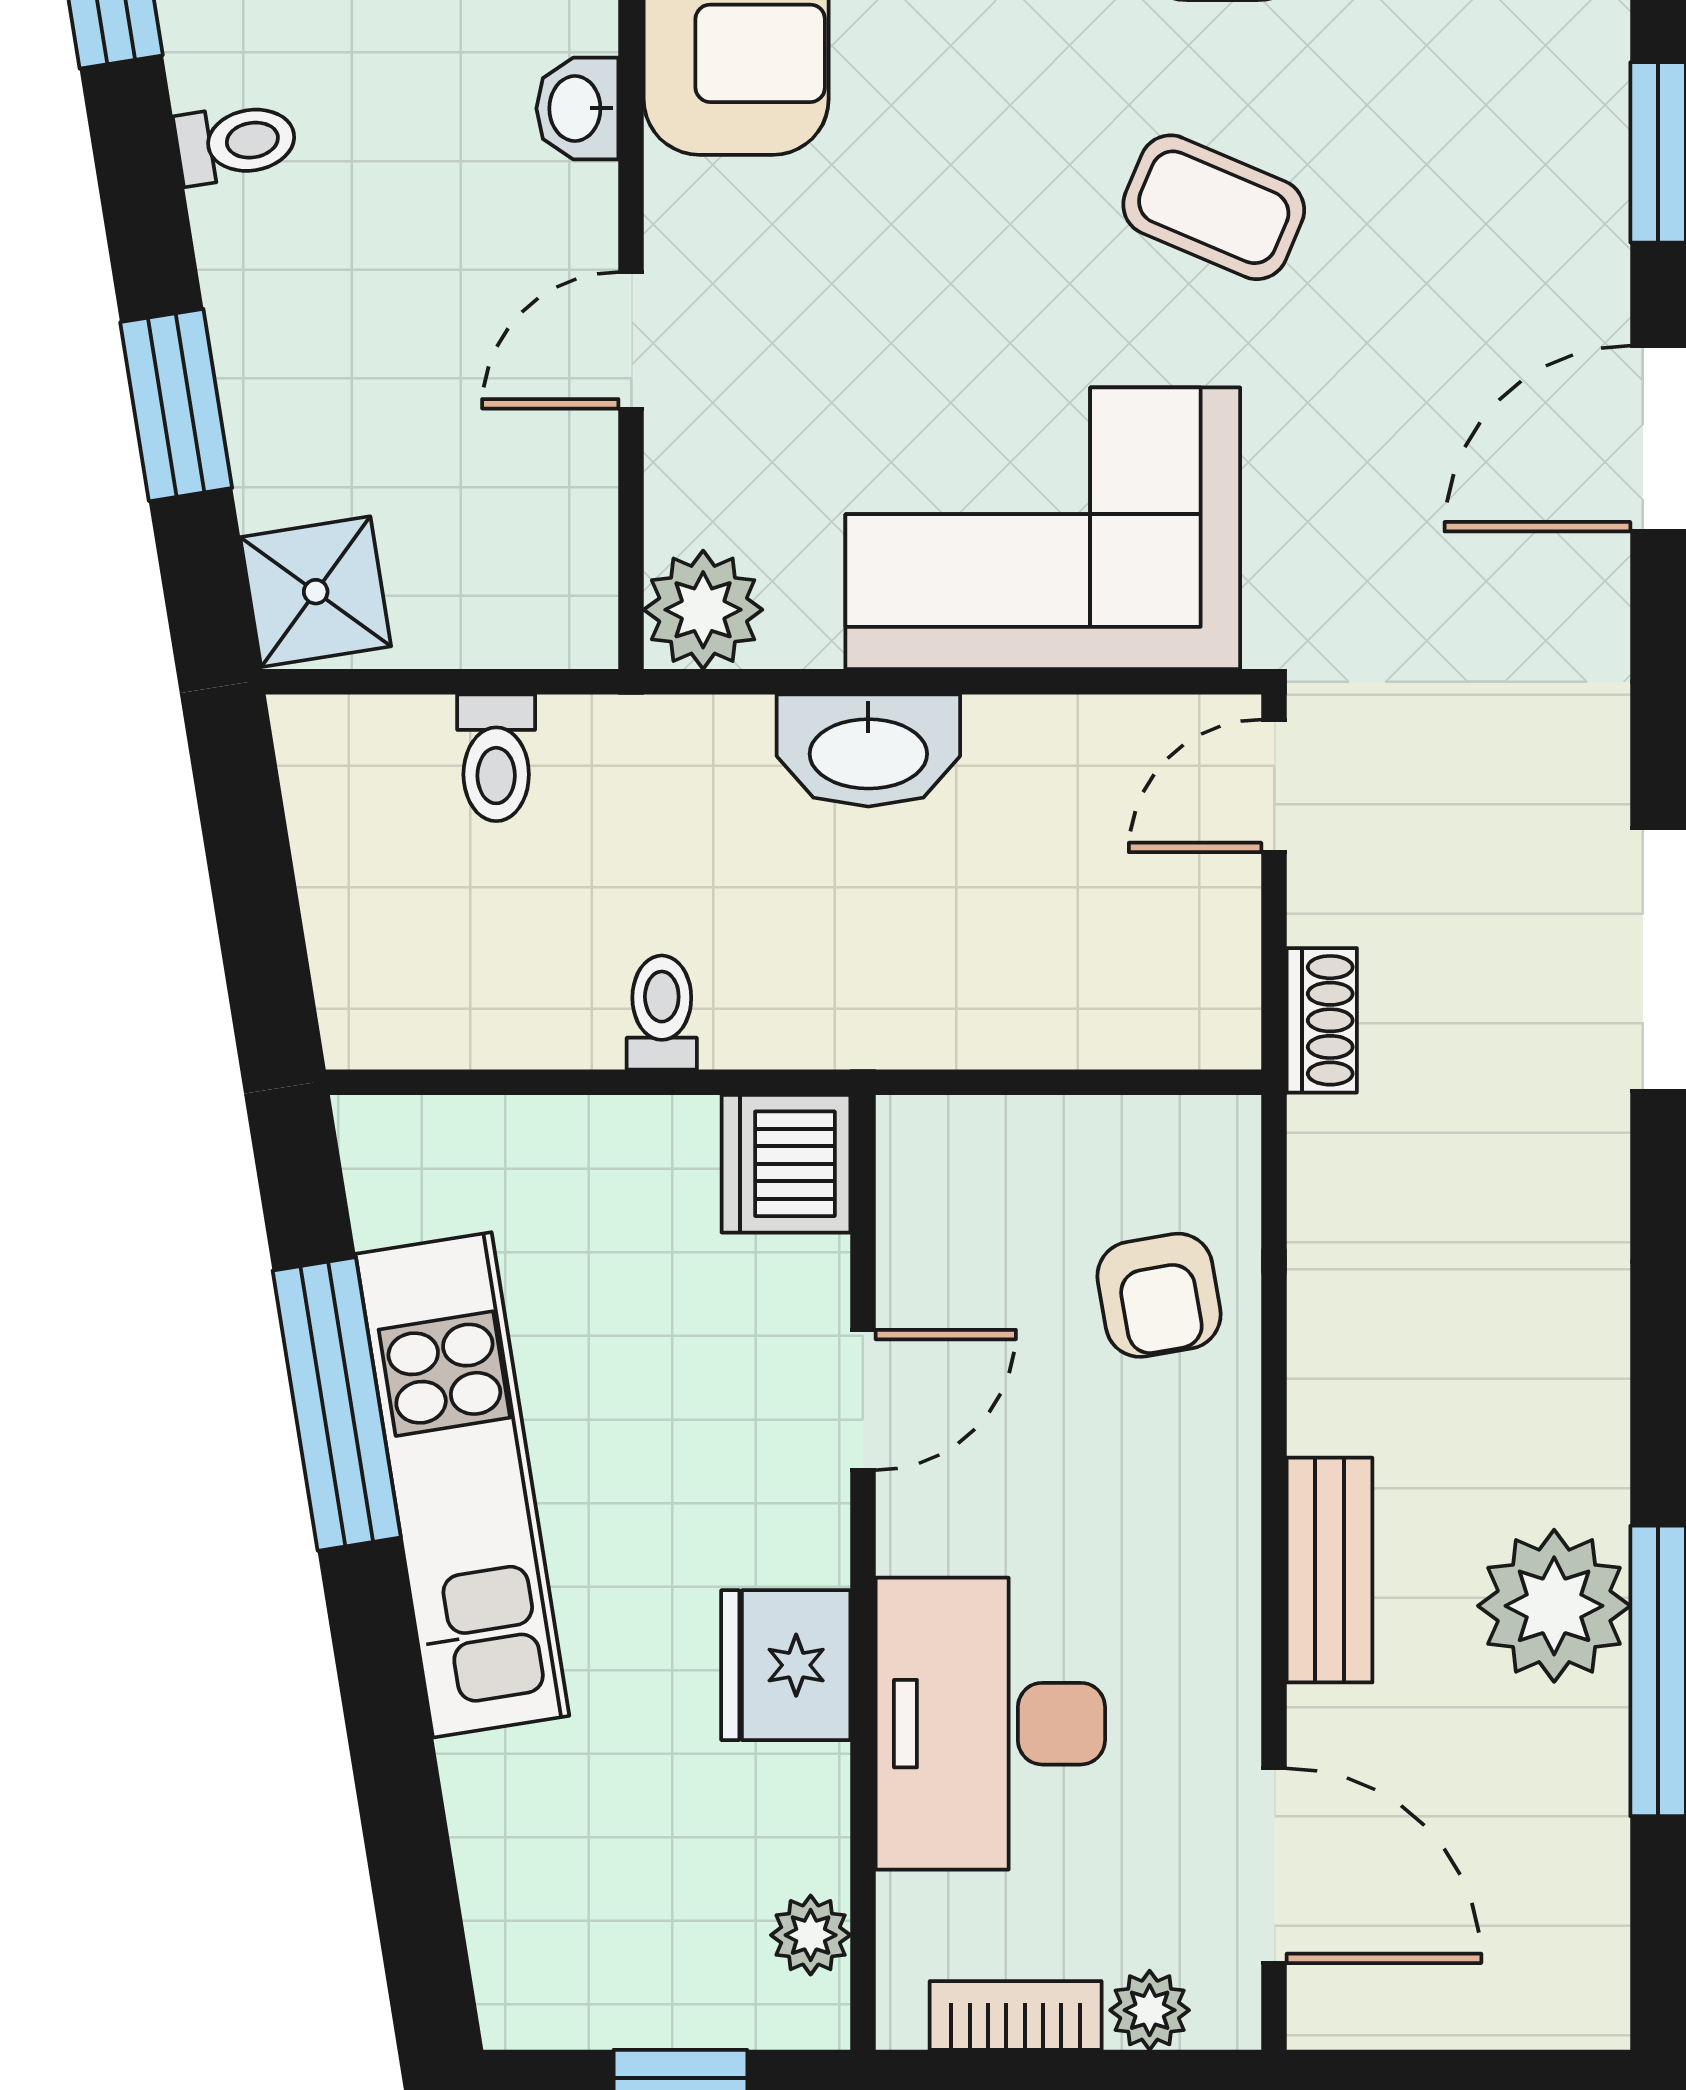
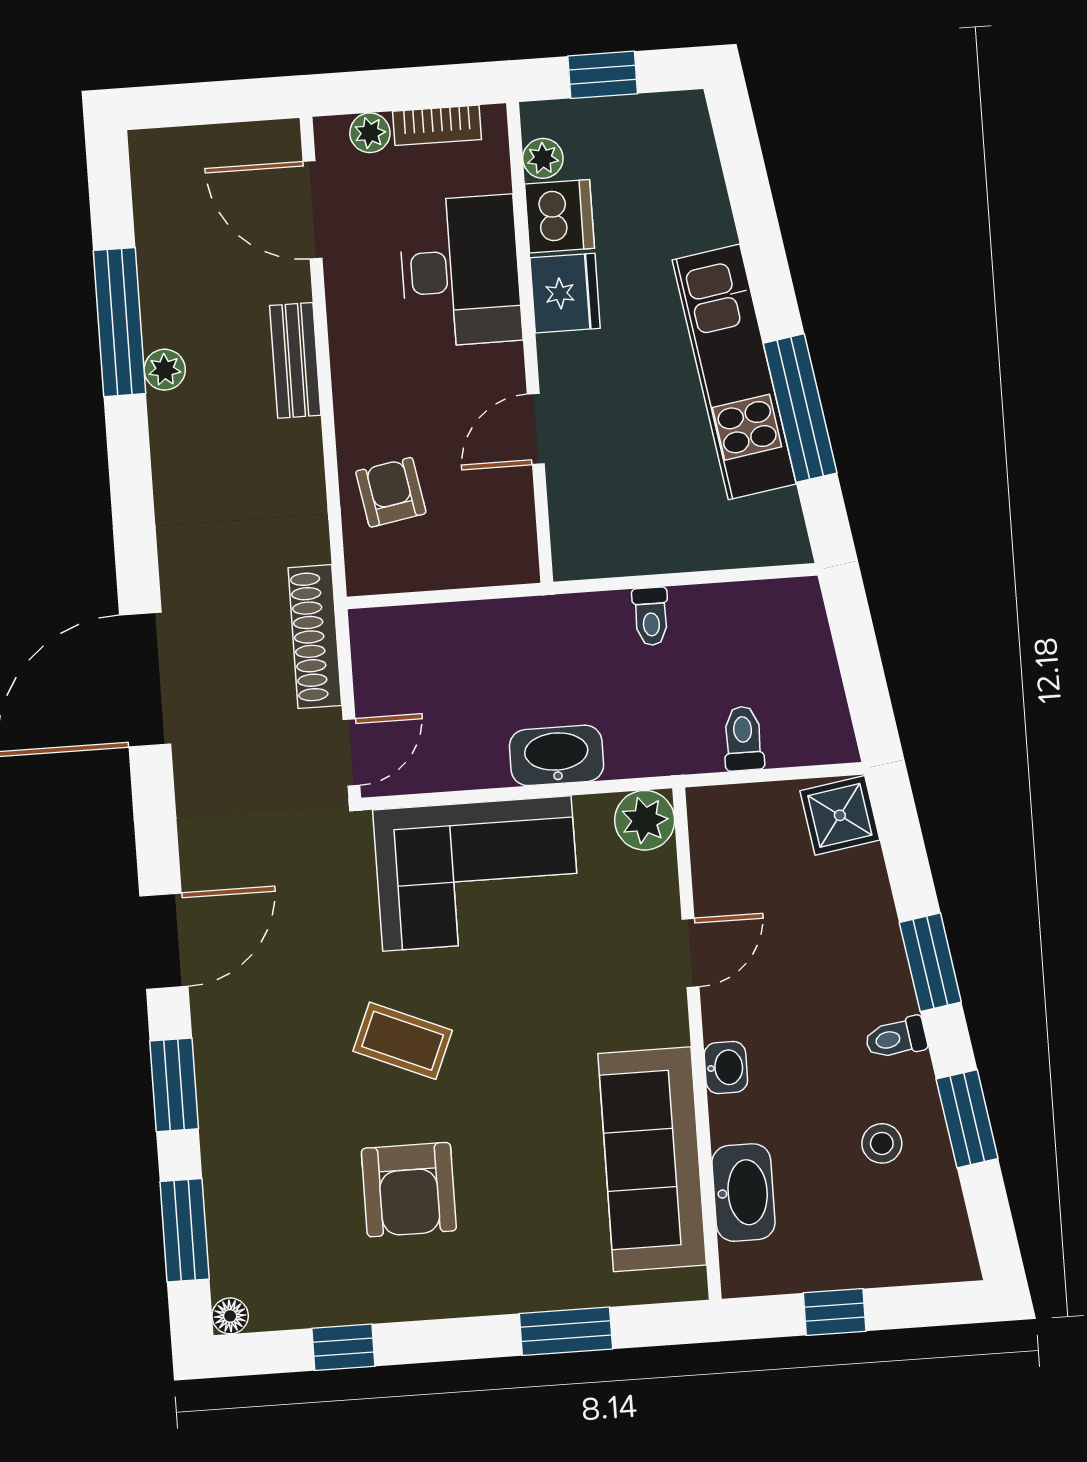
window: (176, 405) -> (930, 962), moved
shoe rack: (1322, 1020) -> (315, 637), width x1.94, depth x1.24
dishwasher: (786, 1164) -> (559, 216), moved
plant: (1554, 1606) -> (165, 370), width x0.53, depth x0.53

